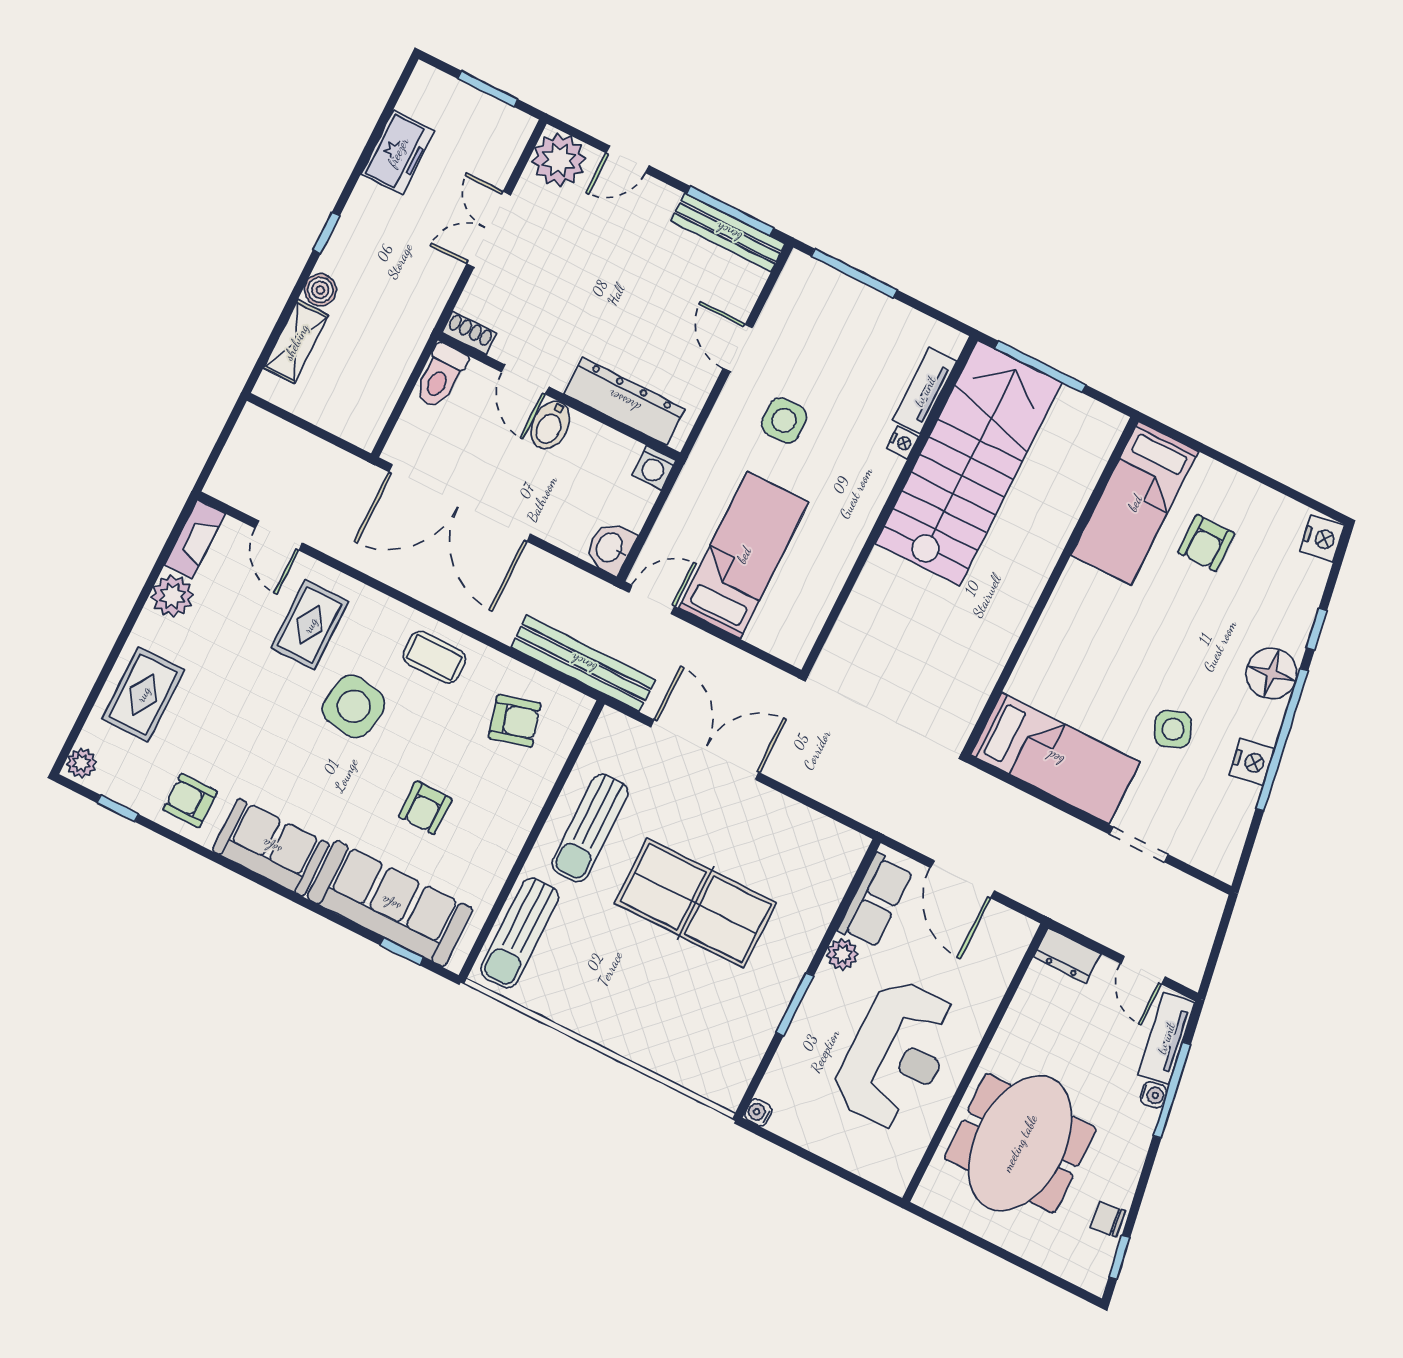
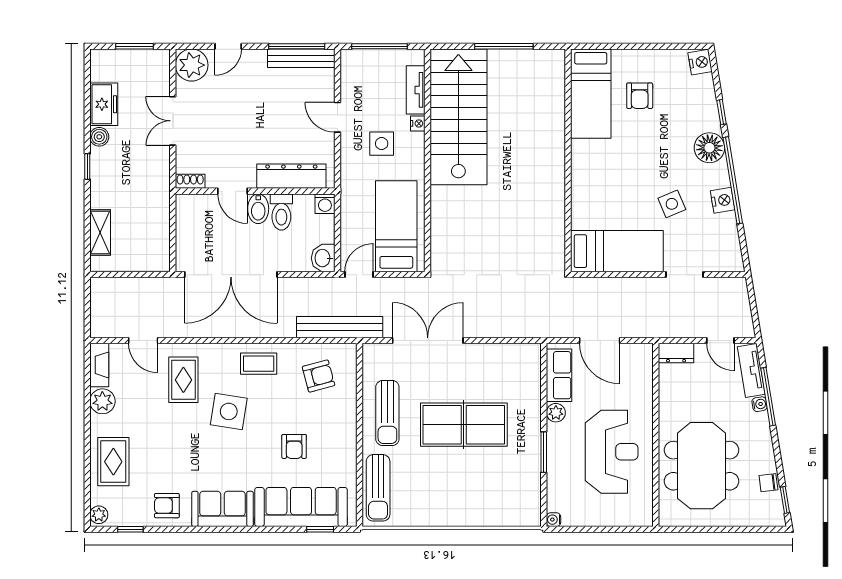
boiler: (320, 290) -> (99, 137), moved
toilet: (441, 376) -> (281, 212), moved
tv unit: (925, 391) -> (416, 90), moved
nightstand: (903, 442) -> (418, 123), moved
stairs: (968, 463) -> (458, 117), moved
wall: (889, 505) -> (427, 160), moved

